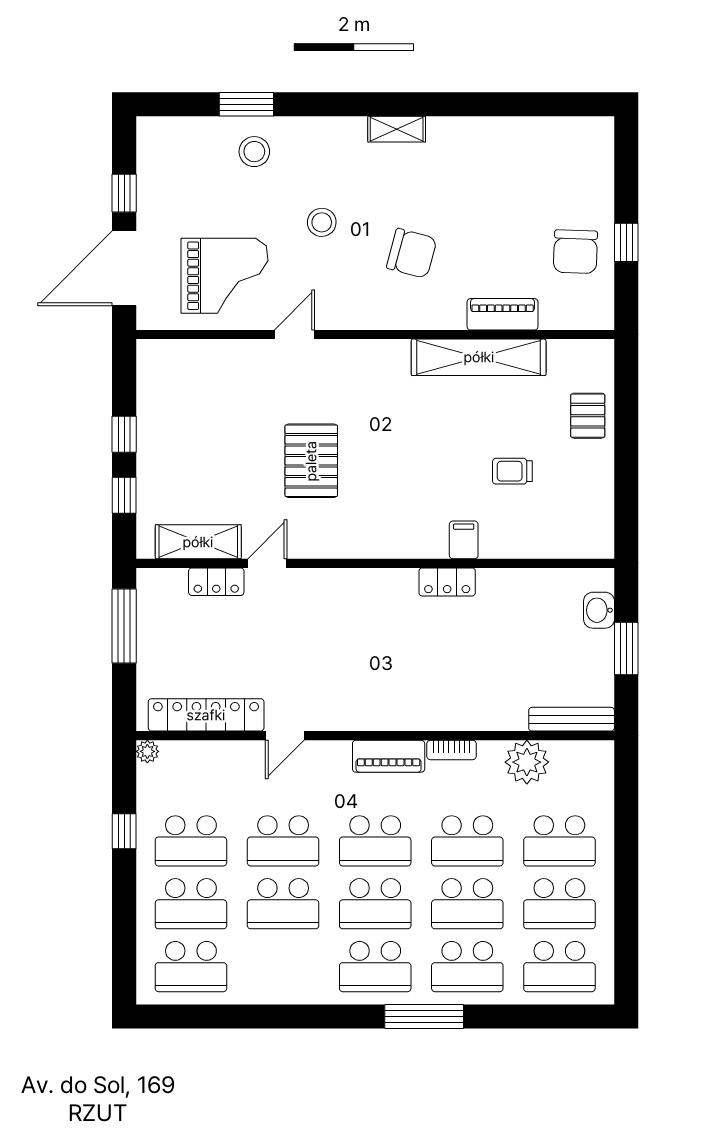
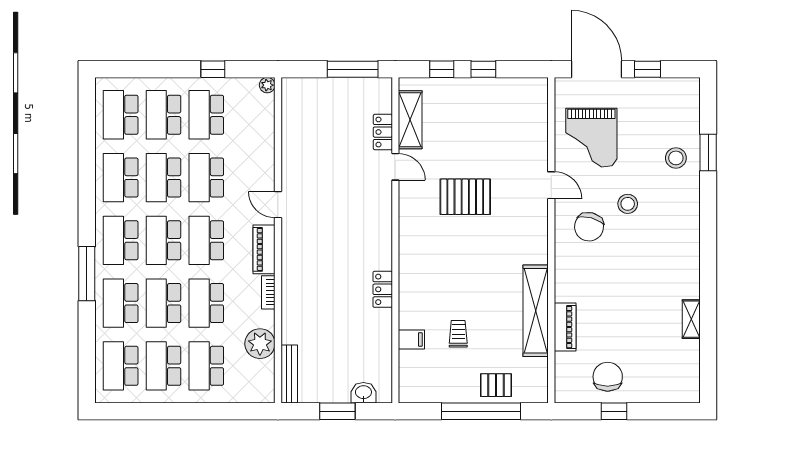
shelving: (397, 129) -> (691, 319), moved
chair: (575, 252) -> (608, 377), turned 88
chair: (412, 253) -> (589, 227), moved
window: (626, 438) -> (481, 411), added
filing cabinet: (464, 540) -> (411, 339), moved
locker: (206, 715) -> (292, 125), removed
door: (285, 736) -> (278, 205), moved
school desk: (283, 967) -> (121, 178), added

